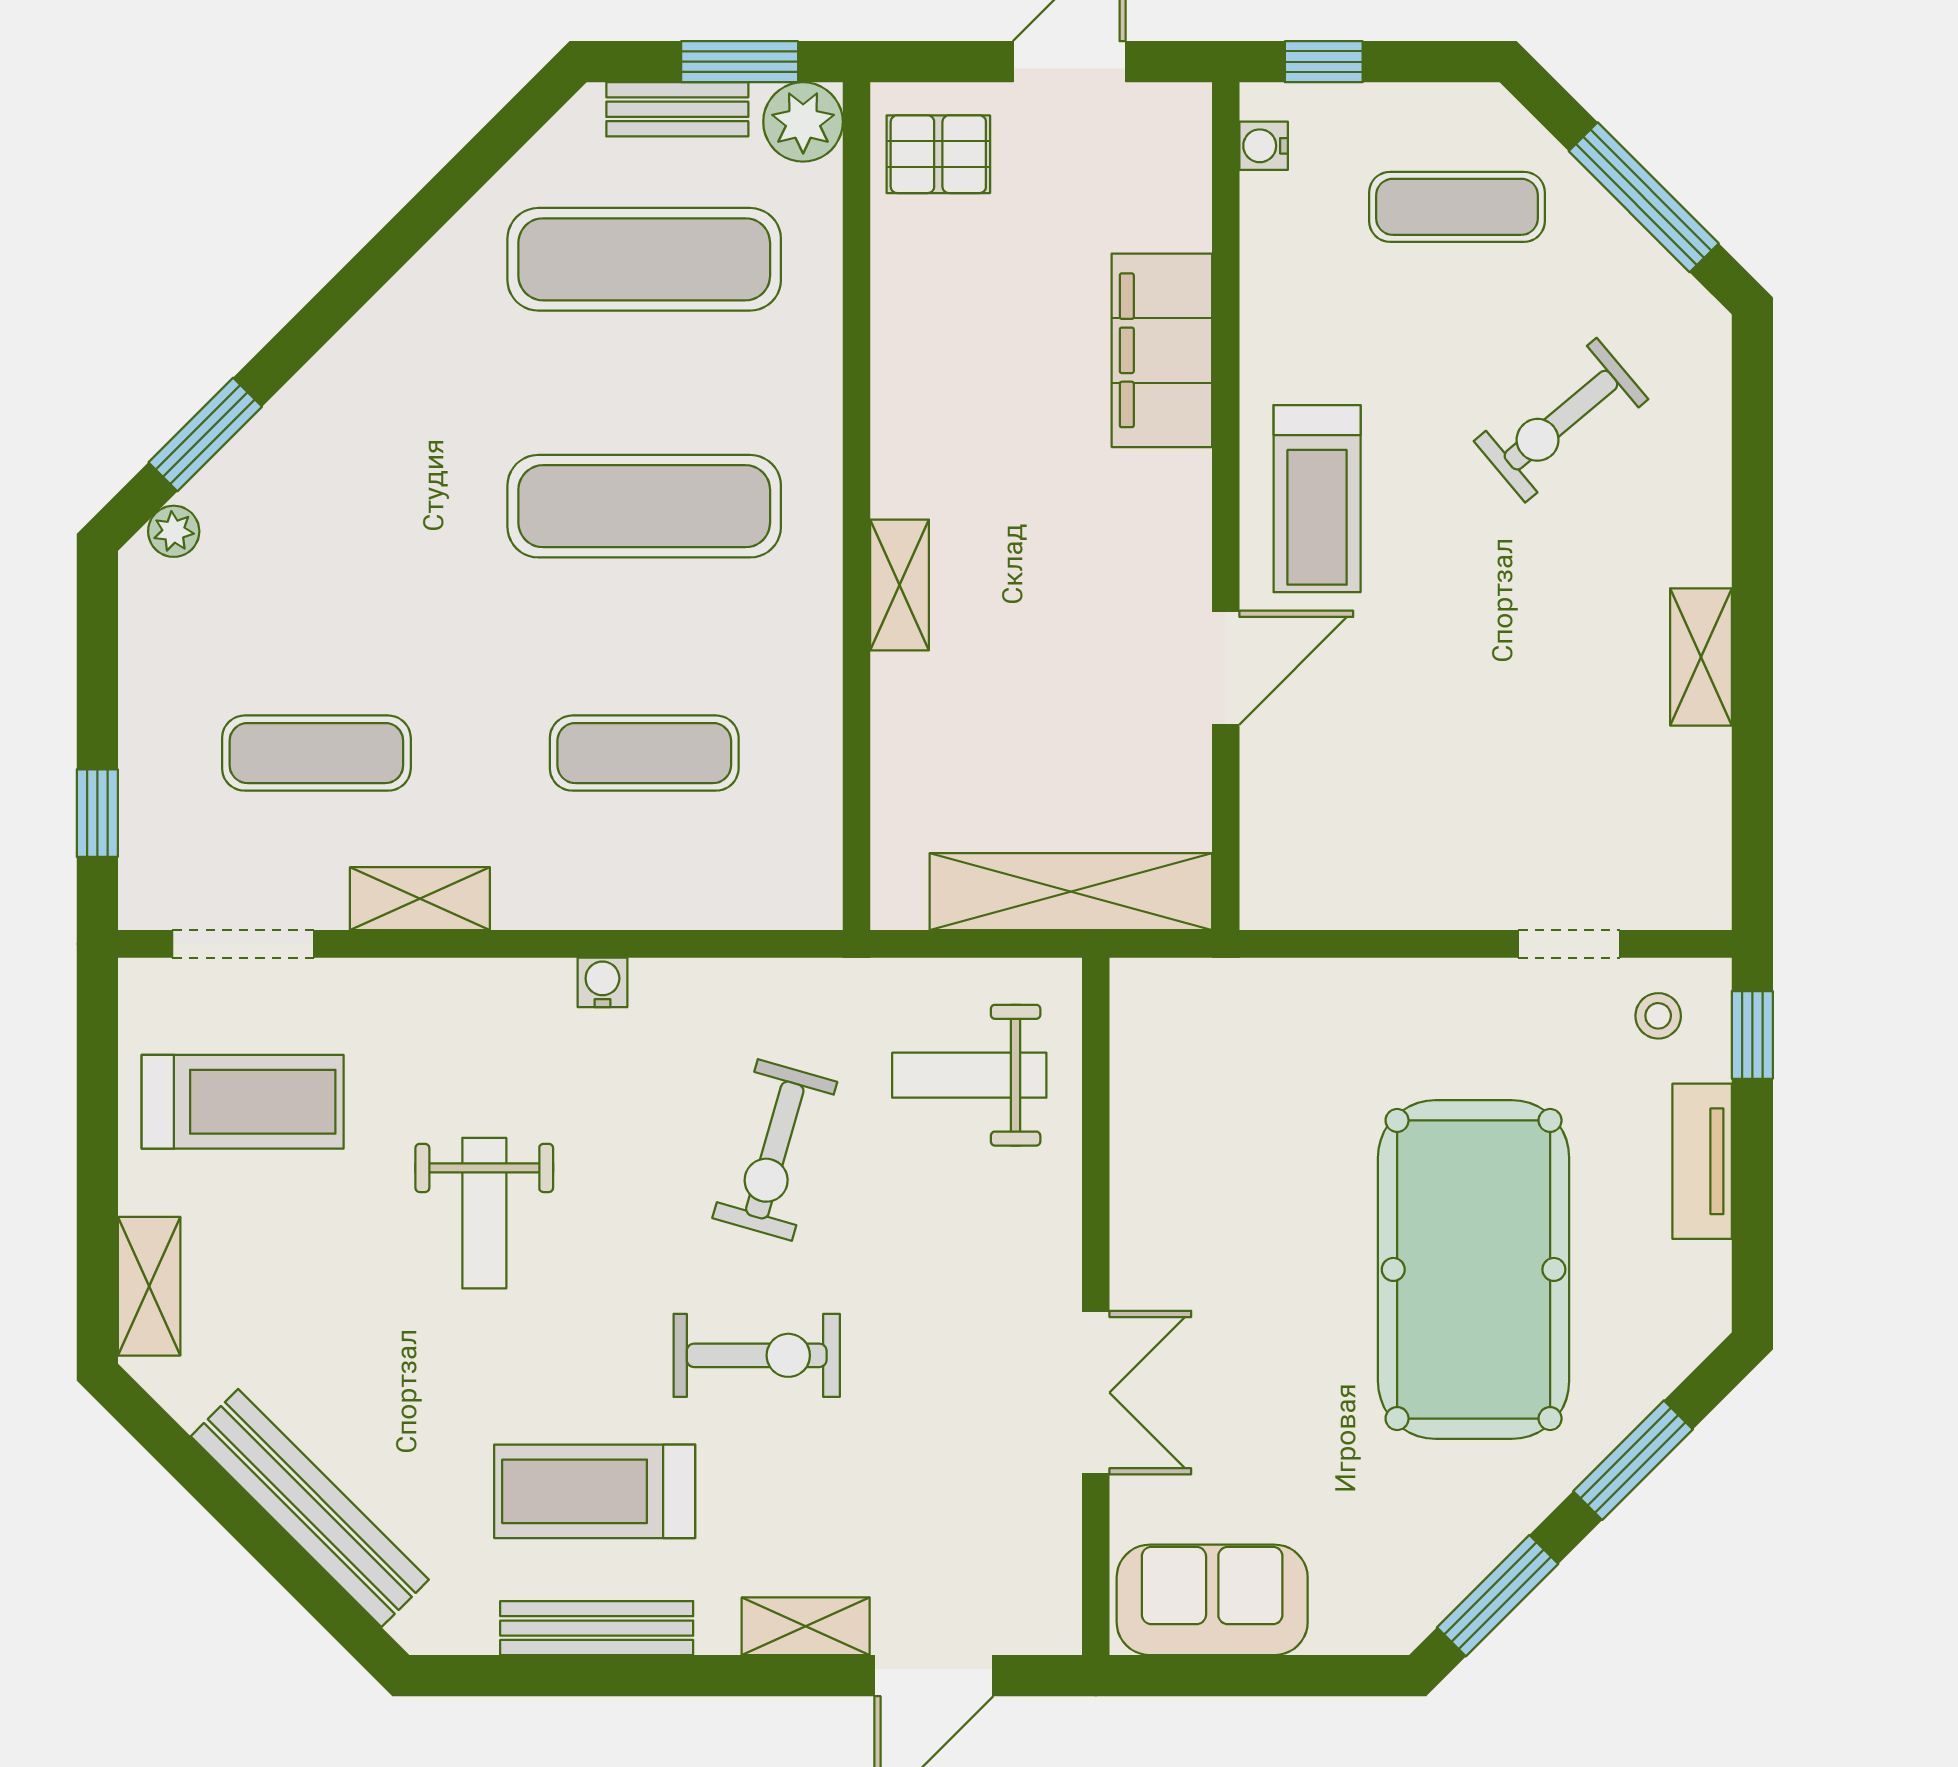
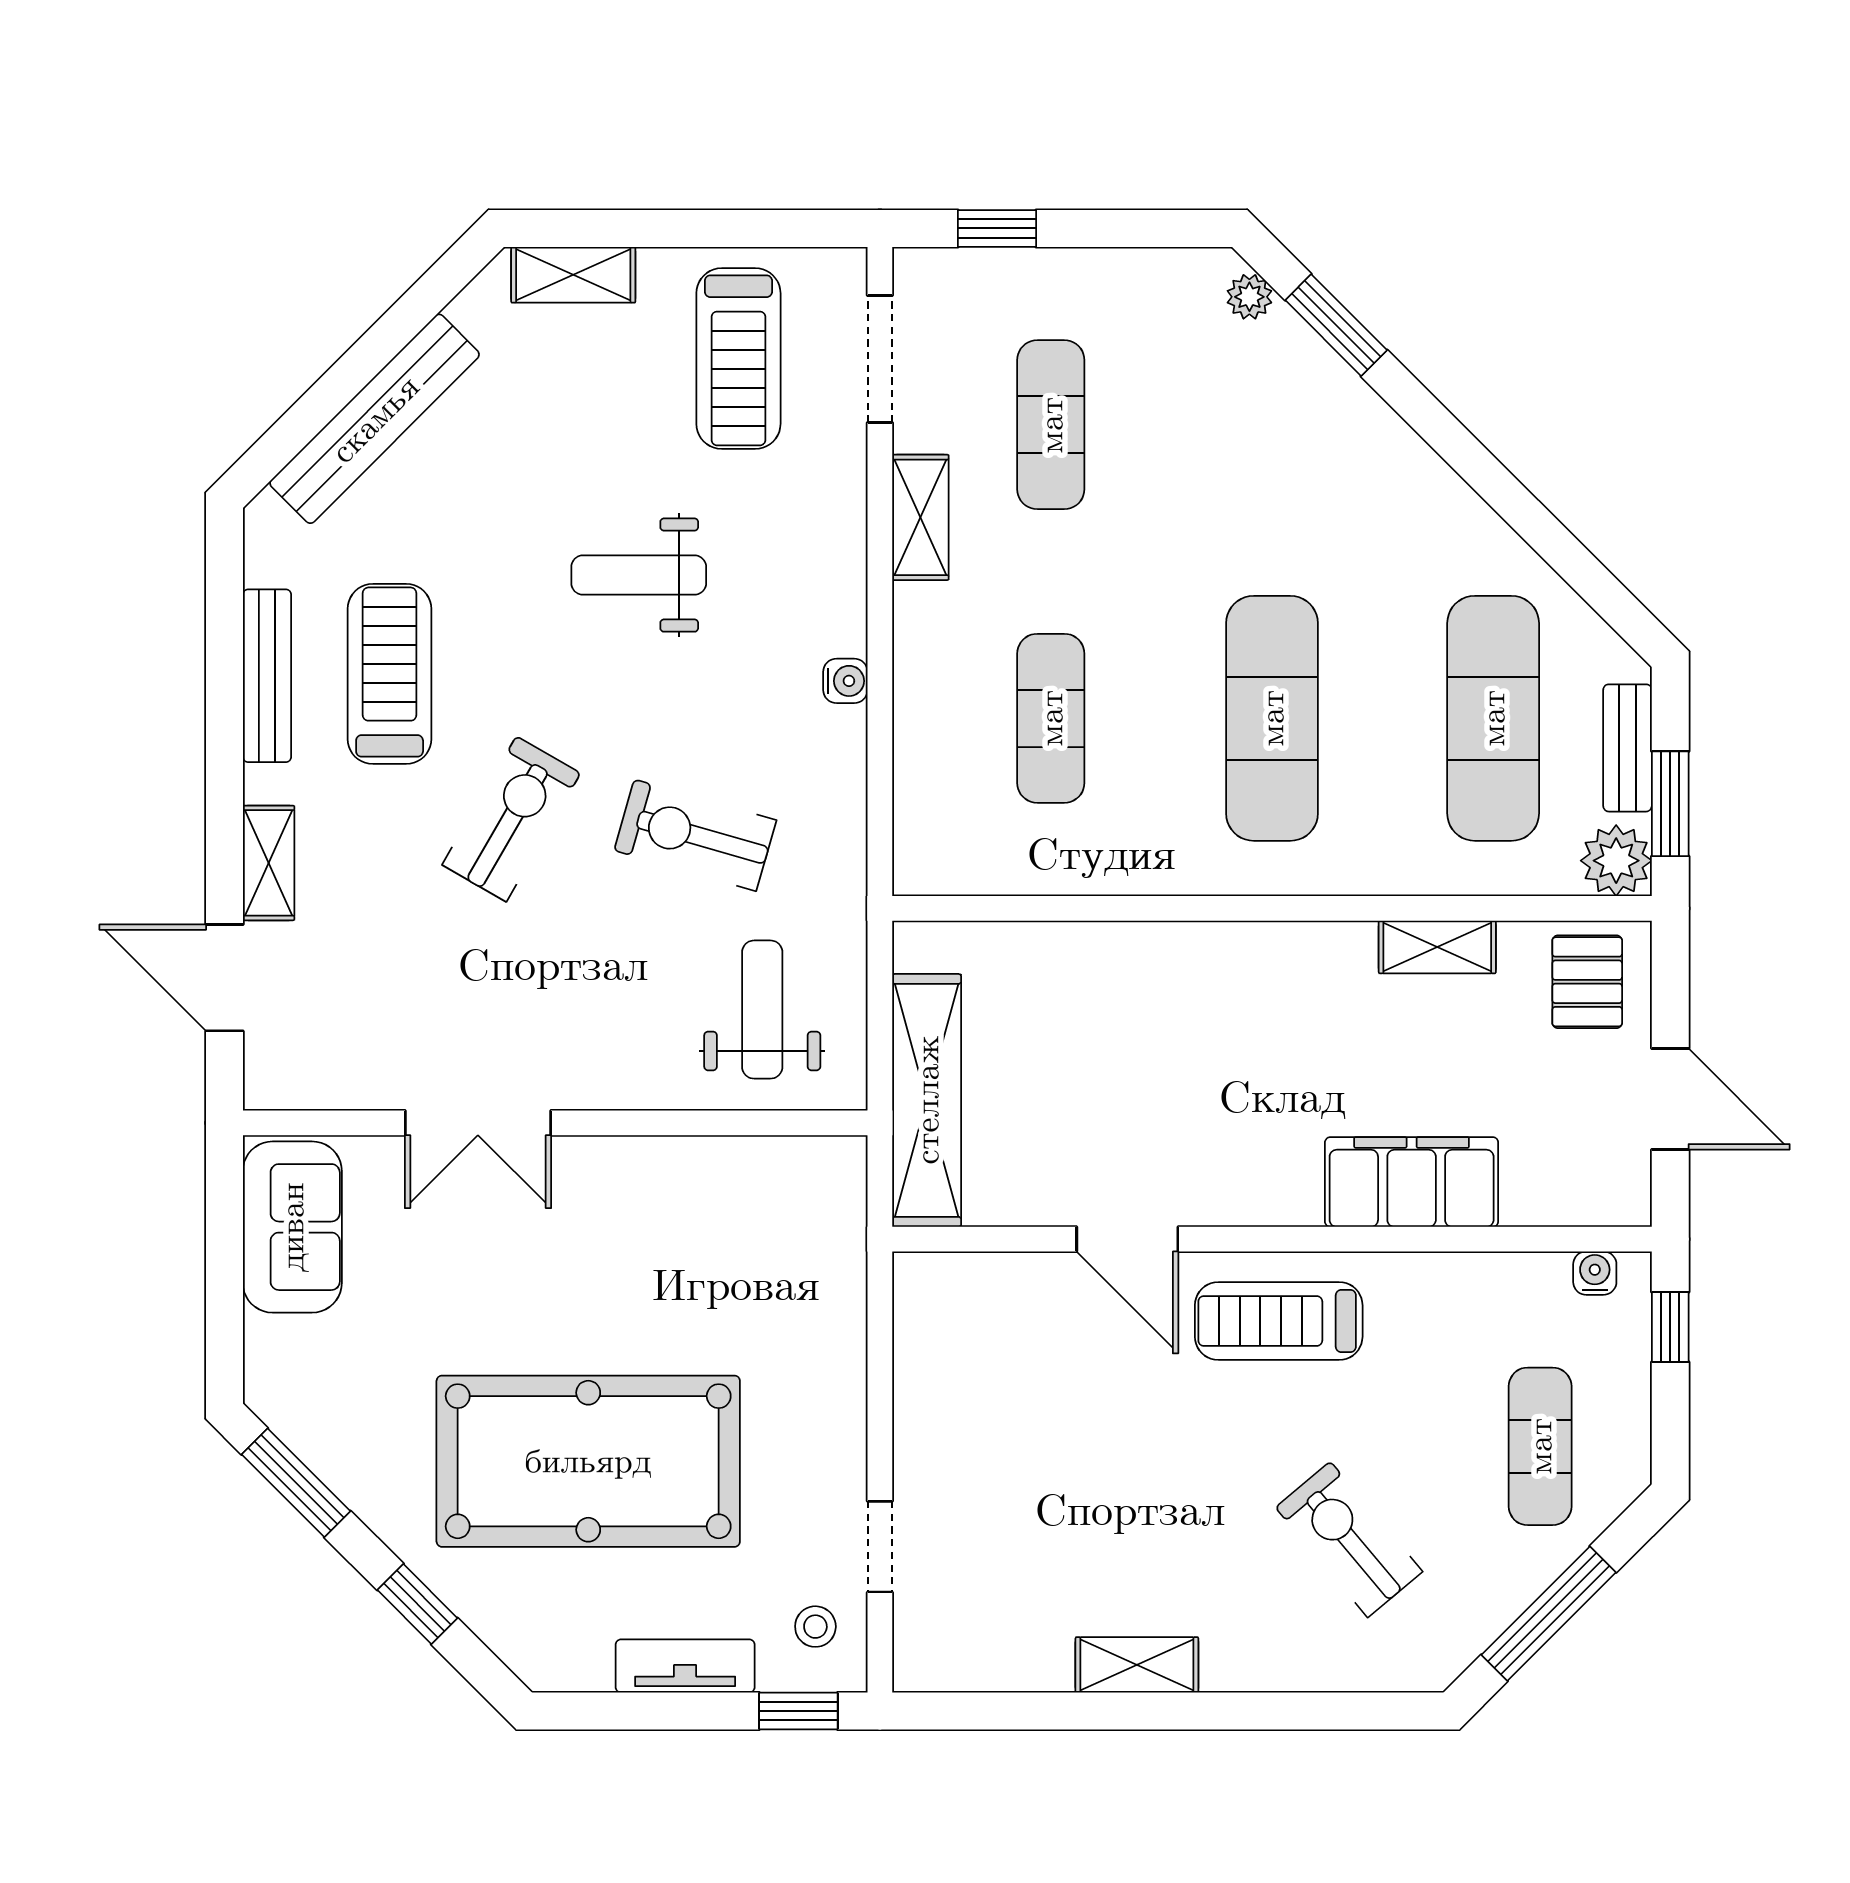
shelving: (900, 585) -> (1437, 947), moved
exercise bike: (757, 1355) -> (511, 819), turned -150
window: (1633, 1460) -> (417, 1604), width x0.67

